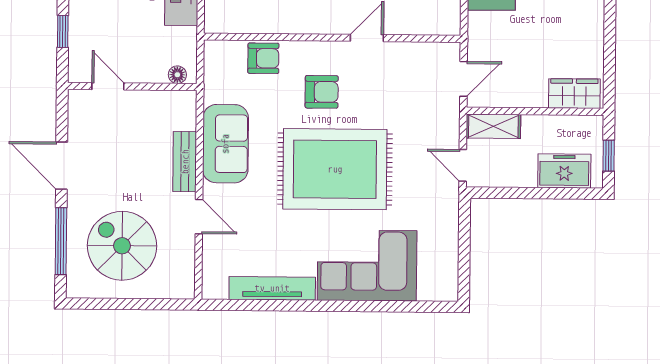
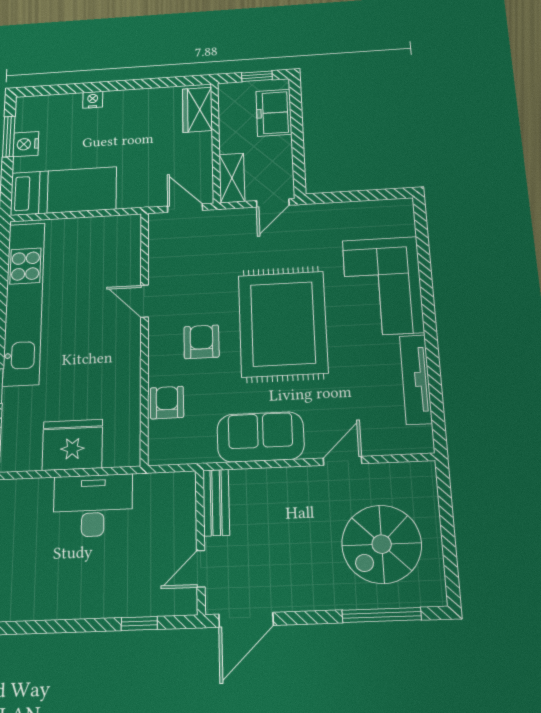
floor lamp: (177, 75) -> (186, 492), removed
bench: (185, 162) -> (216, 503), moved, turned 90
door: (62, 166) -> (246, 620), moved

